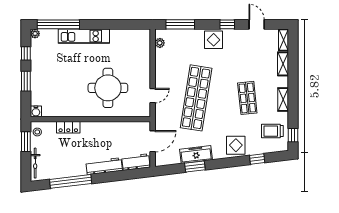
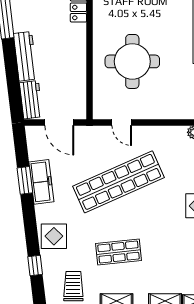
shop shelf: (196, 98) -> (119, 182), turned -33

